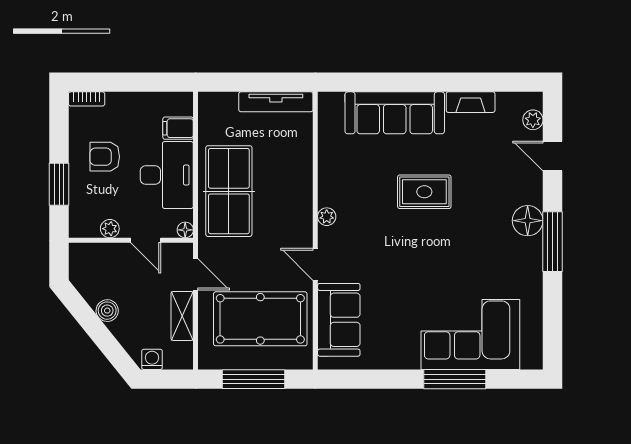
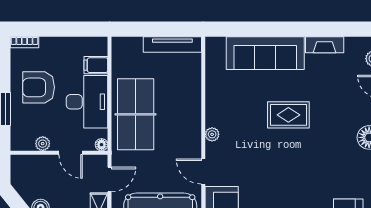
armchair: (105, 157) -> (39, 87), width x1.38, depth x1.38
door: (196, 274) -> (110, 179), hinge flipped

